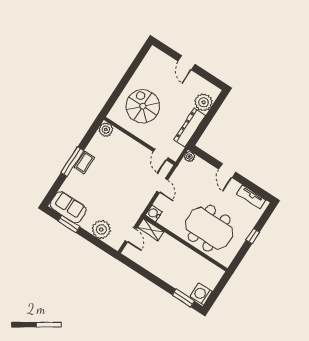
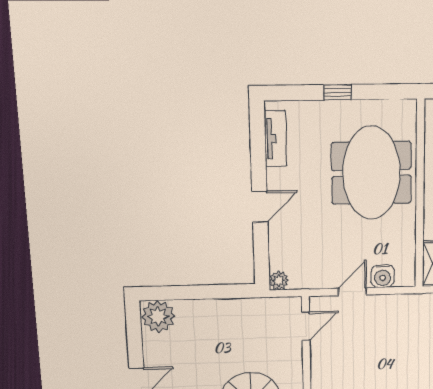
plant: (204, 102) -> (158, 316), moved
dresser: (190, 128) -> (233, 311), removed
water cooler: (154, 213) -> (383, 276), moved

